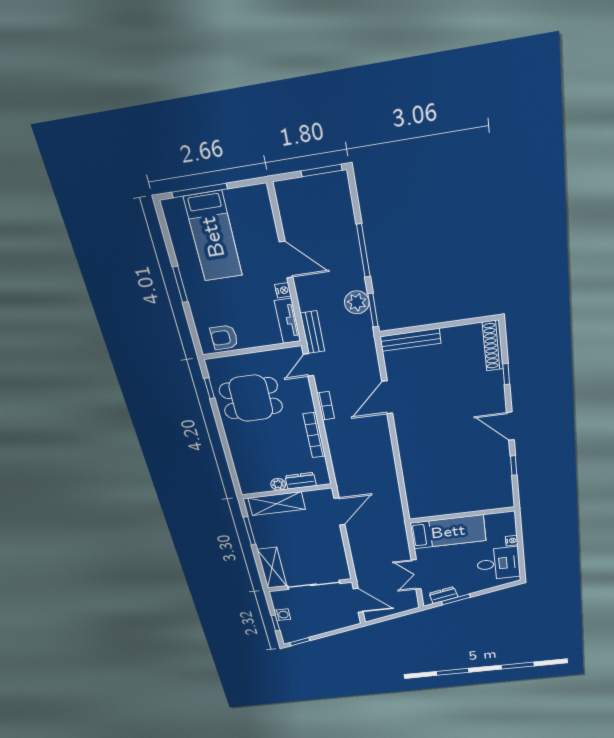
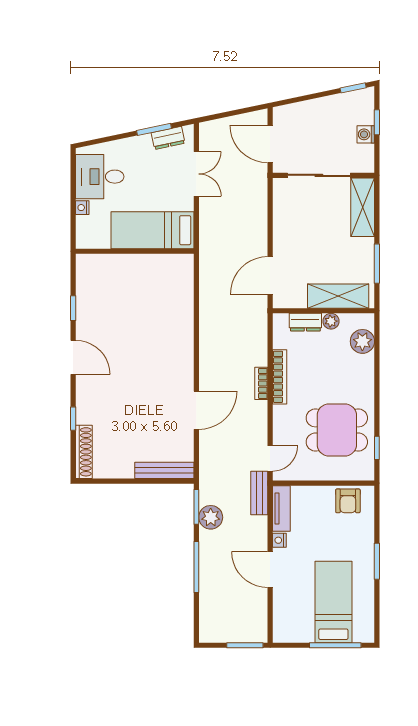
window: (321, 171) -> (245, 645), moved
armchair: (224, 337) -> (348, 501), turned 90
bookcase: (326, 406) -> (261, 383), moved
plant: (246, 472) -> (362, 341), added

